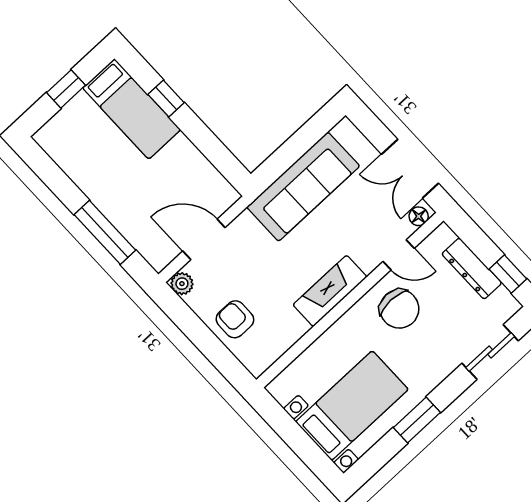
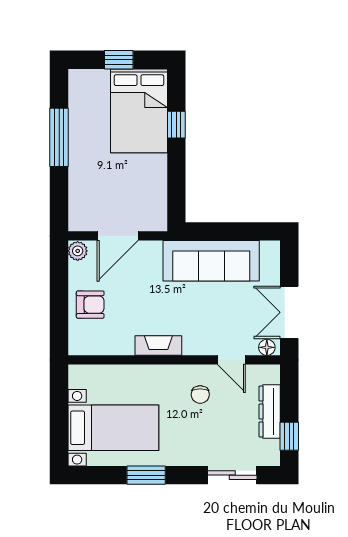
bed: (132, 109) -> (139, 111), width x1.50
window: (105, 232) -> (59, 137), moved
door: (204, 239) -> (118, 236), swing flipped
fireplace: (330, 291) -> (158, 346), width x0.73, depth x0.76
chair: (399, 309) -> (200, 395), width x0.54, depth x0.54
armchair: (235, 319) -> (90, 305), turned 90

